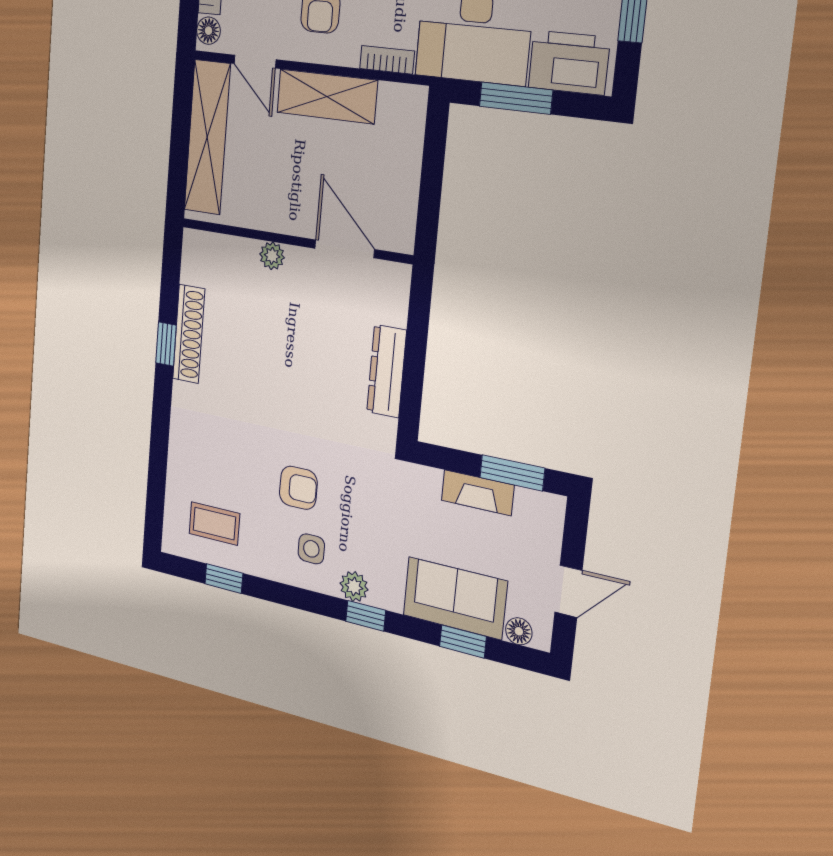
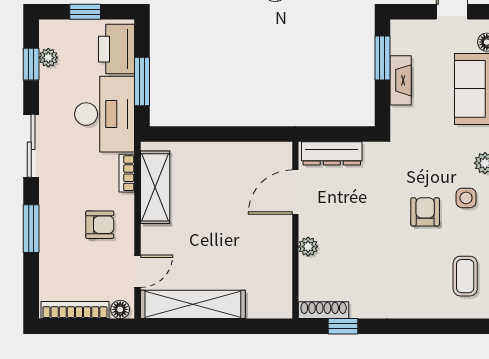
shelving: (327, 96) -> (155, 187), moved
wall: (295, 241) -> (295, 230), moved
door: (345, 249) -> (295, 192), moved
plant: (272, 256) -> (308, 247), moved
shoe rack: (189, 334) -> (324, 310), width x0.74, depth x0.81

